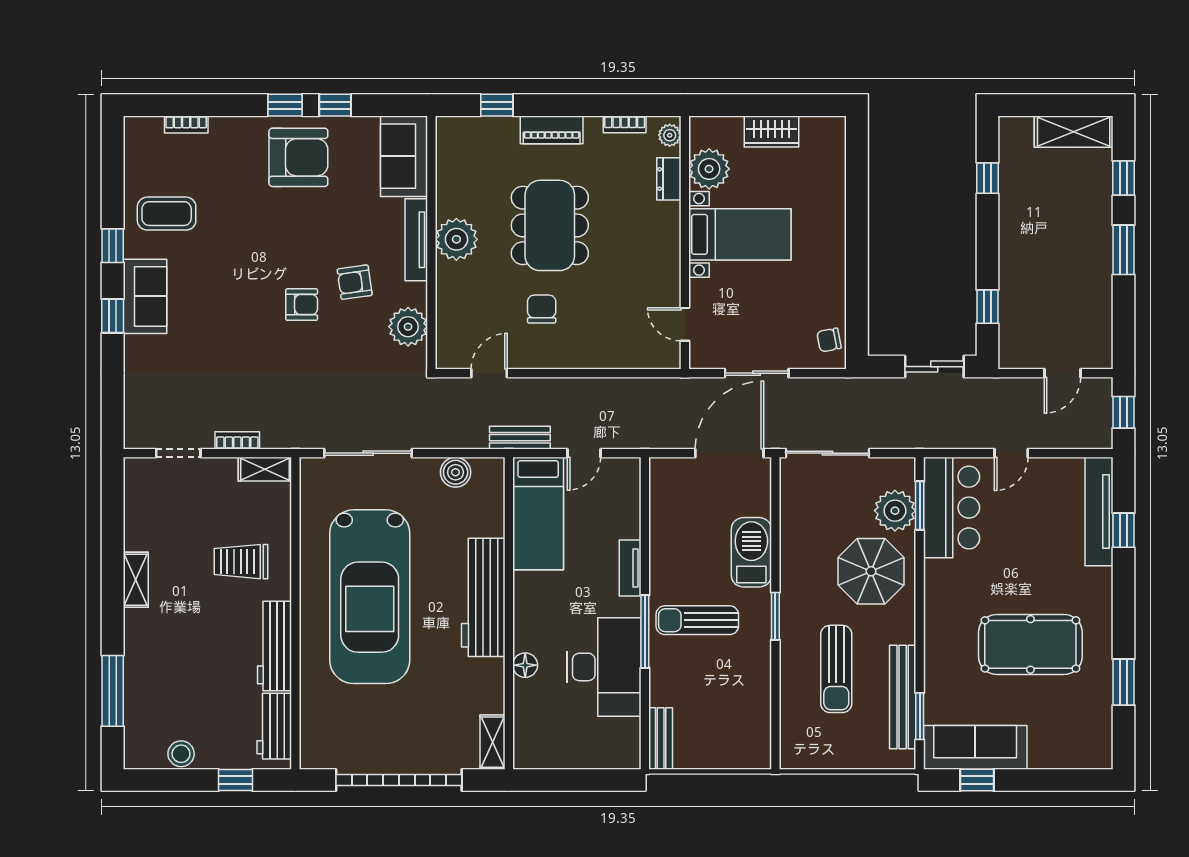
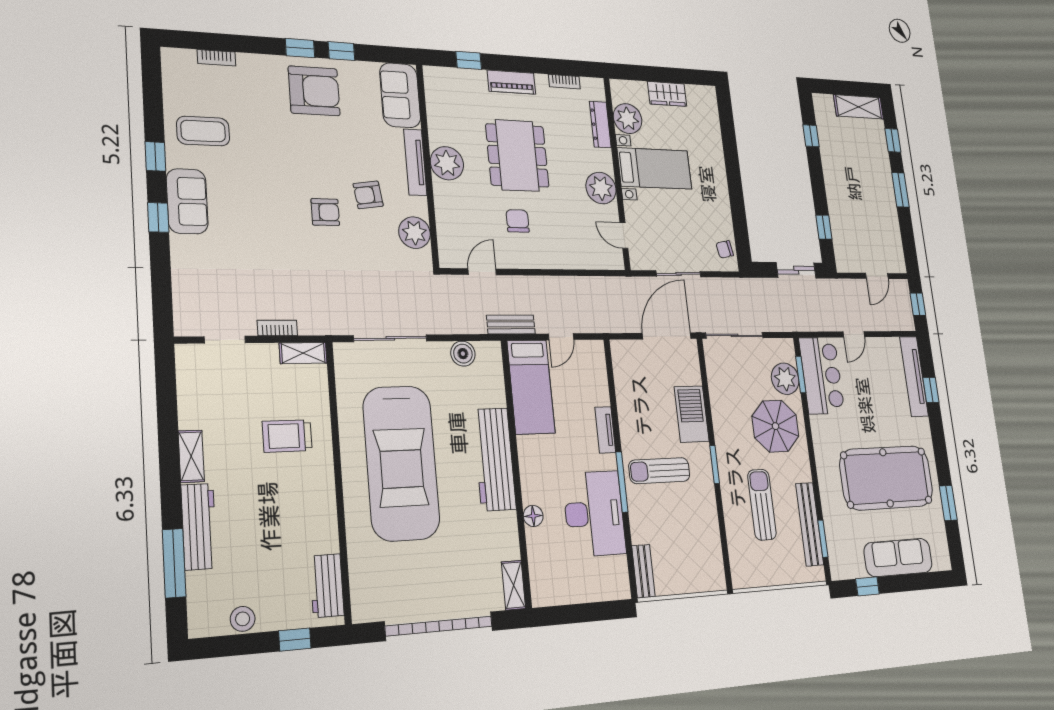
plant: (670, 135) -> (601, 188), moved, width x1.88, depth x1.88
dresser: (669, 179) -> (600, 124), width x1.44
pool table: (1030, 644) -> (886, 478), width x1.36, depth x1.32
workbench: (275, 646) -> (199, 526), moved, turned 180
sun lounger: (836, 669) -> (762, 505), turned 180
sofa: (975, 747) -> (898, 558), moved

